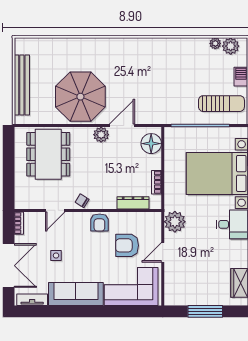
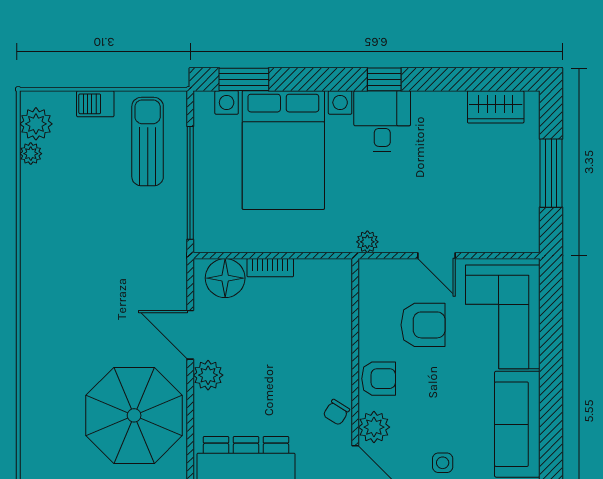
bookcase: (157, 182) -> (270, 268), moved
dresser: (133, 203) -> (340, 313), removed
plant: (74, 220) -> (374, 427), added
plant: (175, 222) -> (367, 242), width x0.53, depth x0.53
armchair: (127, 245) -> (423, 325), turned -90

